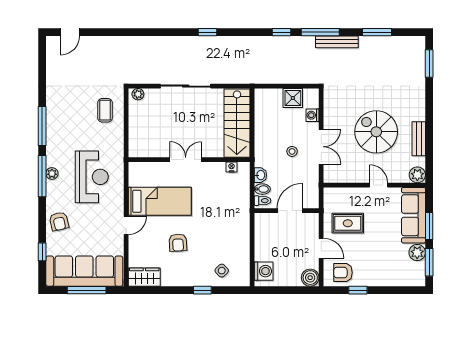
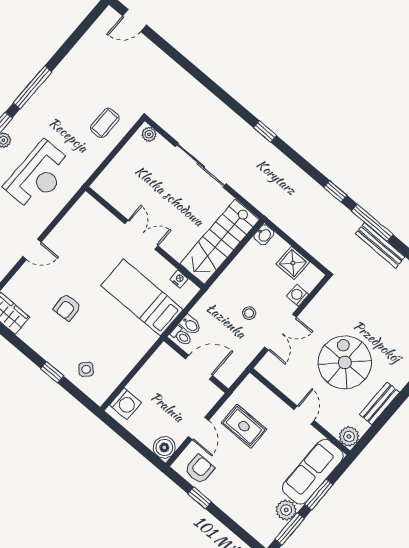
washbasin: (260, 175) -> (264, 235), moved
bed: (160, 201) -> (142, 297), moved, turned 180
armchair: (343, 273) -> (200, 469), turned 90

